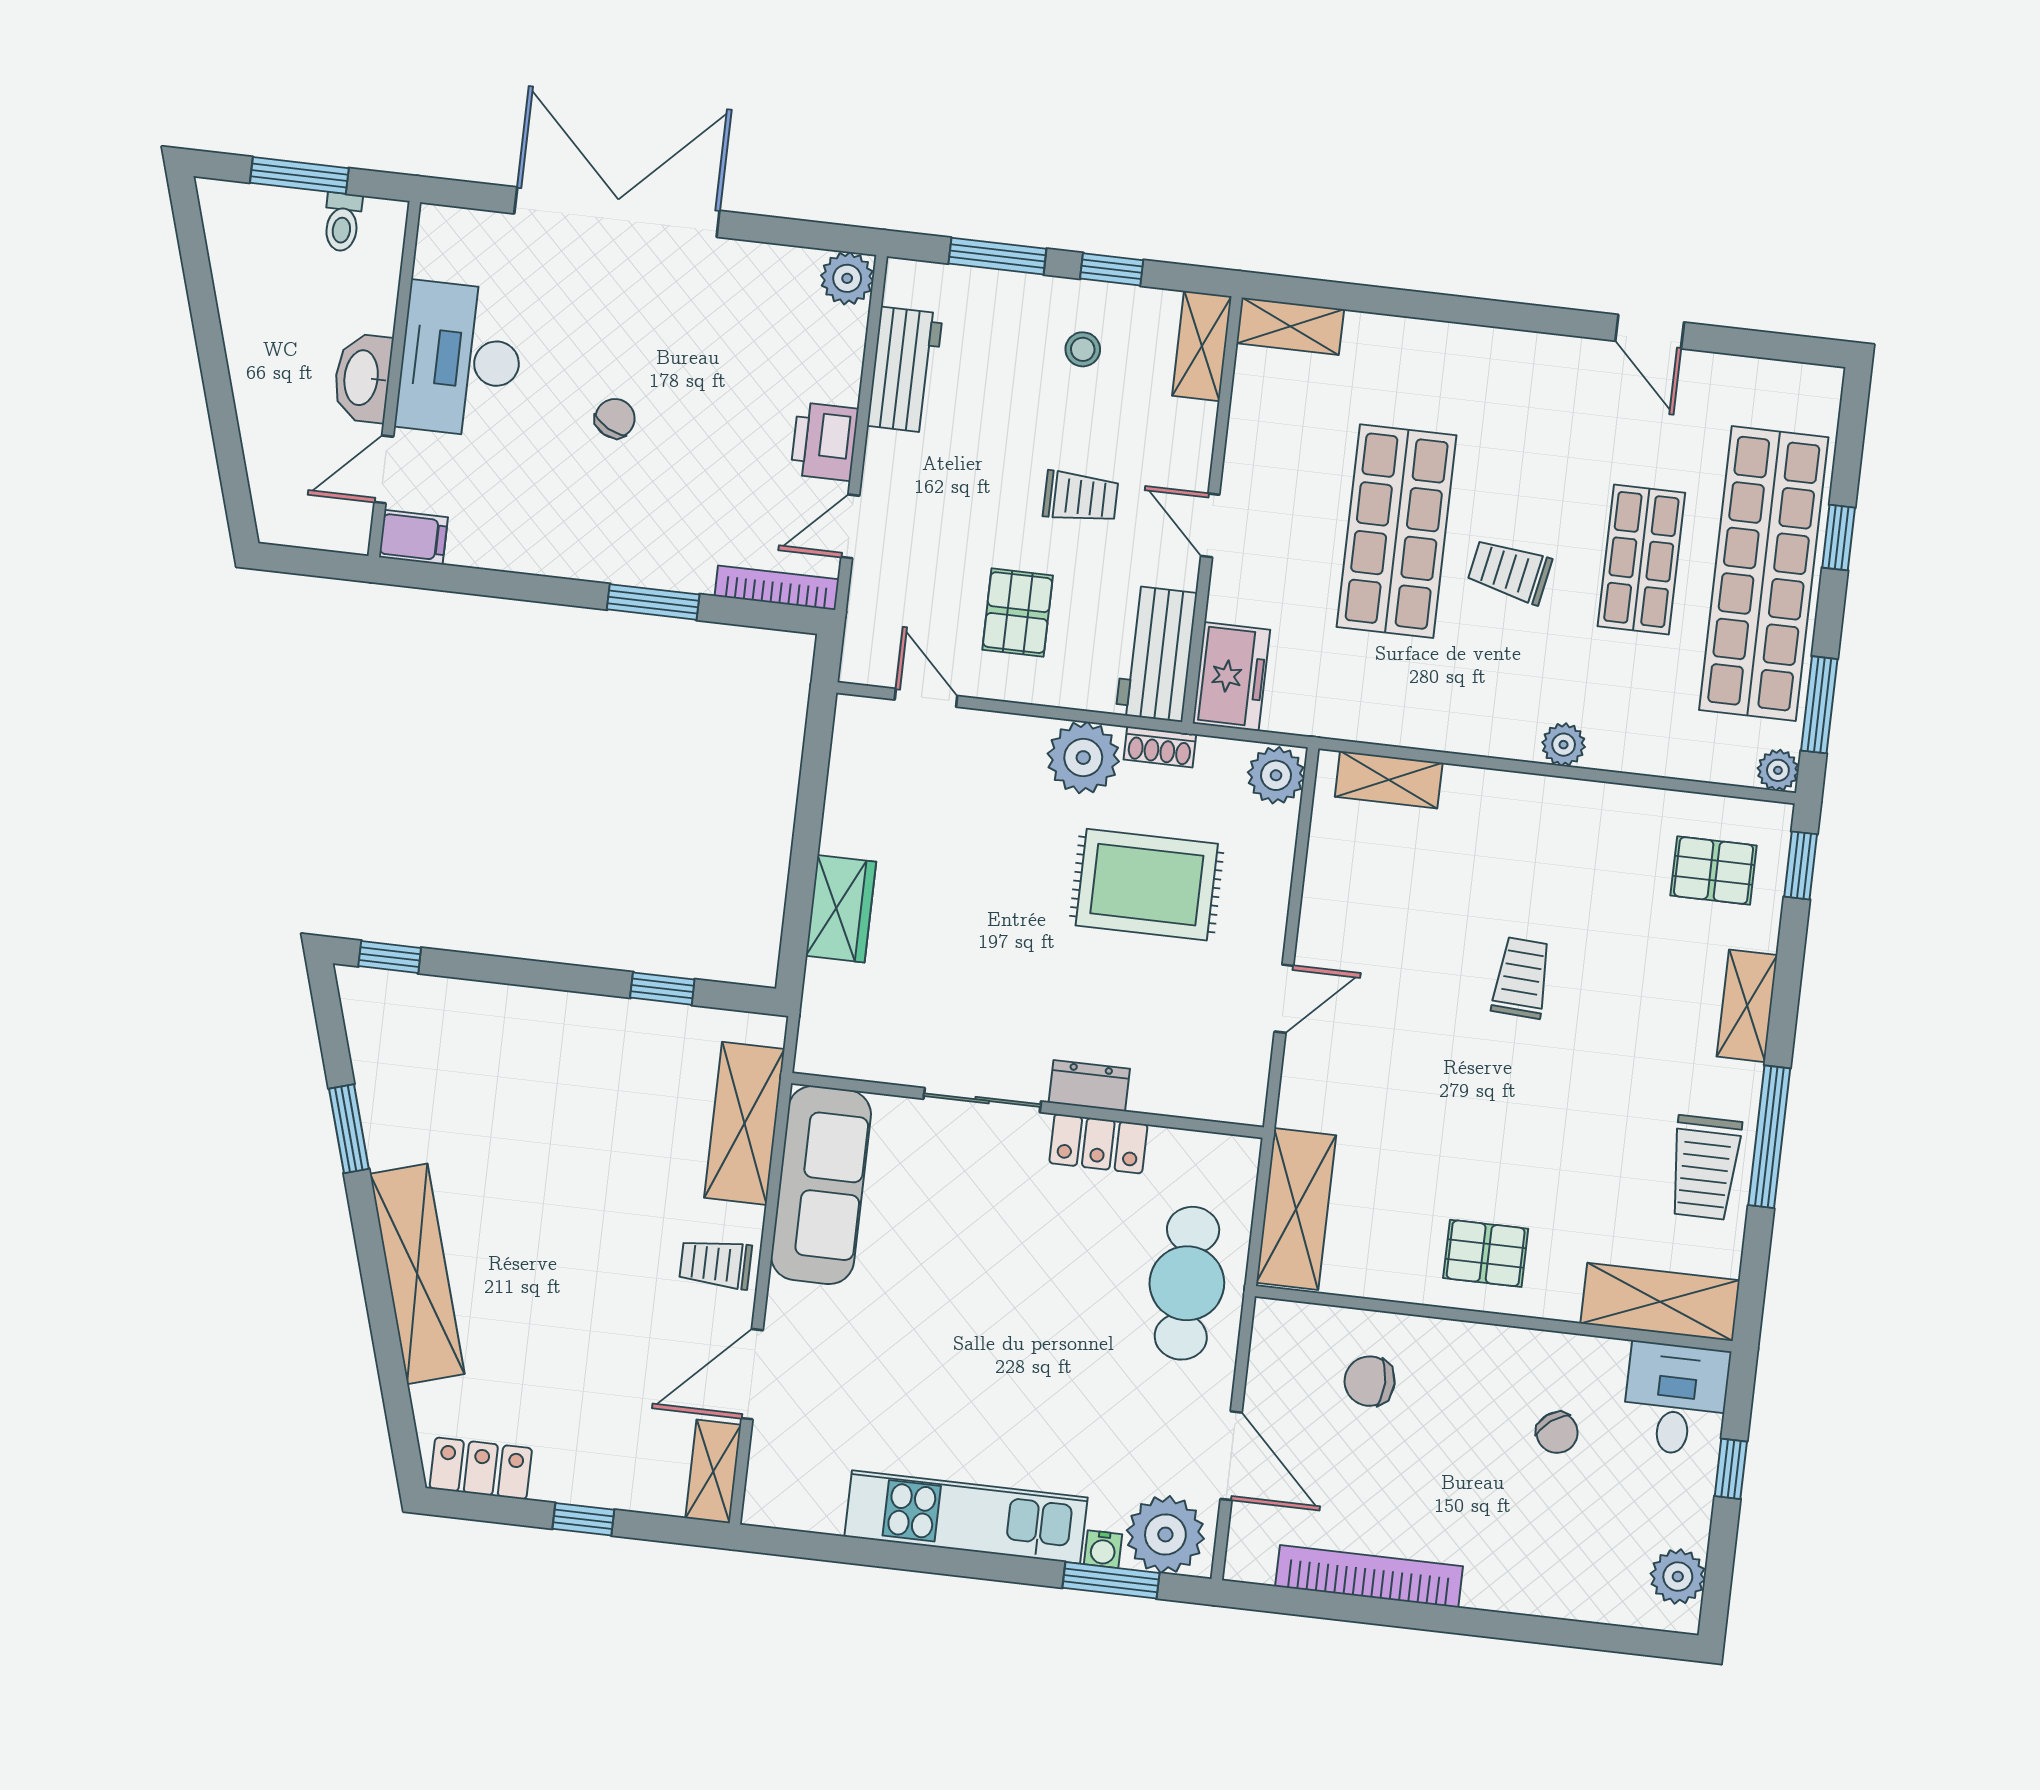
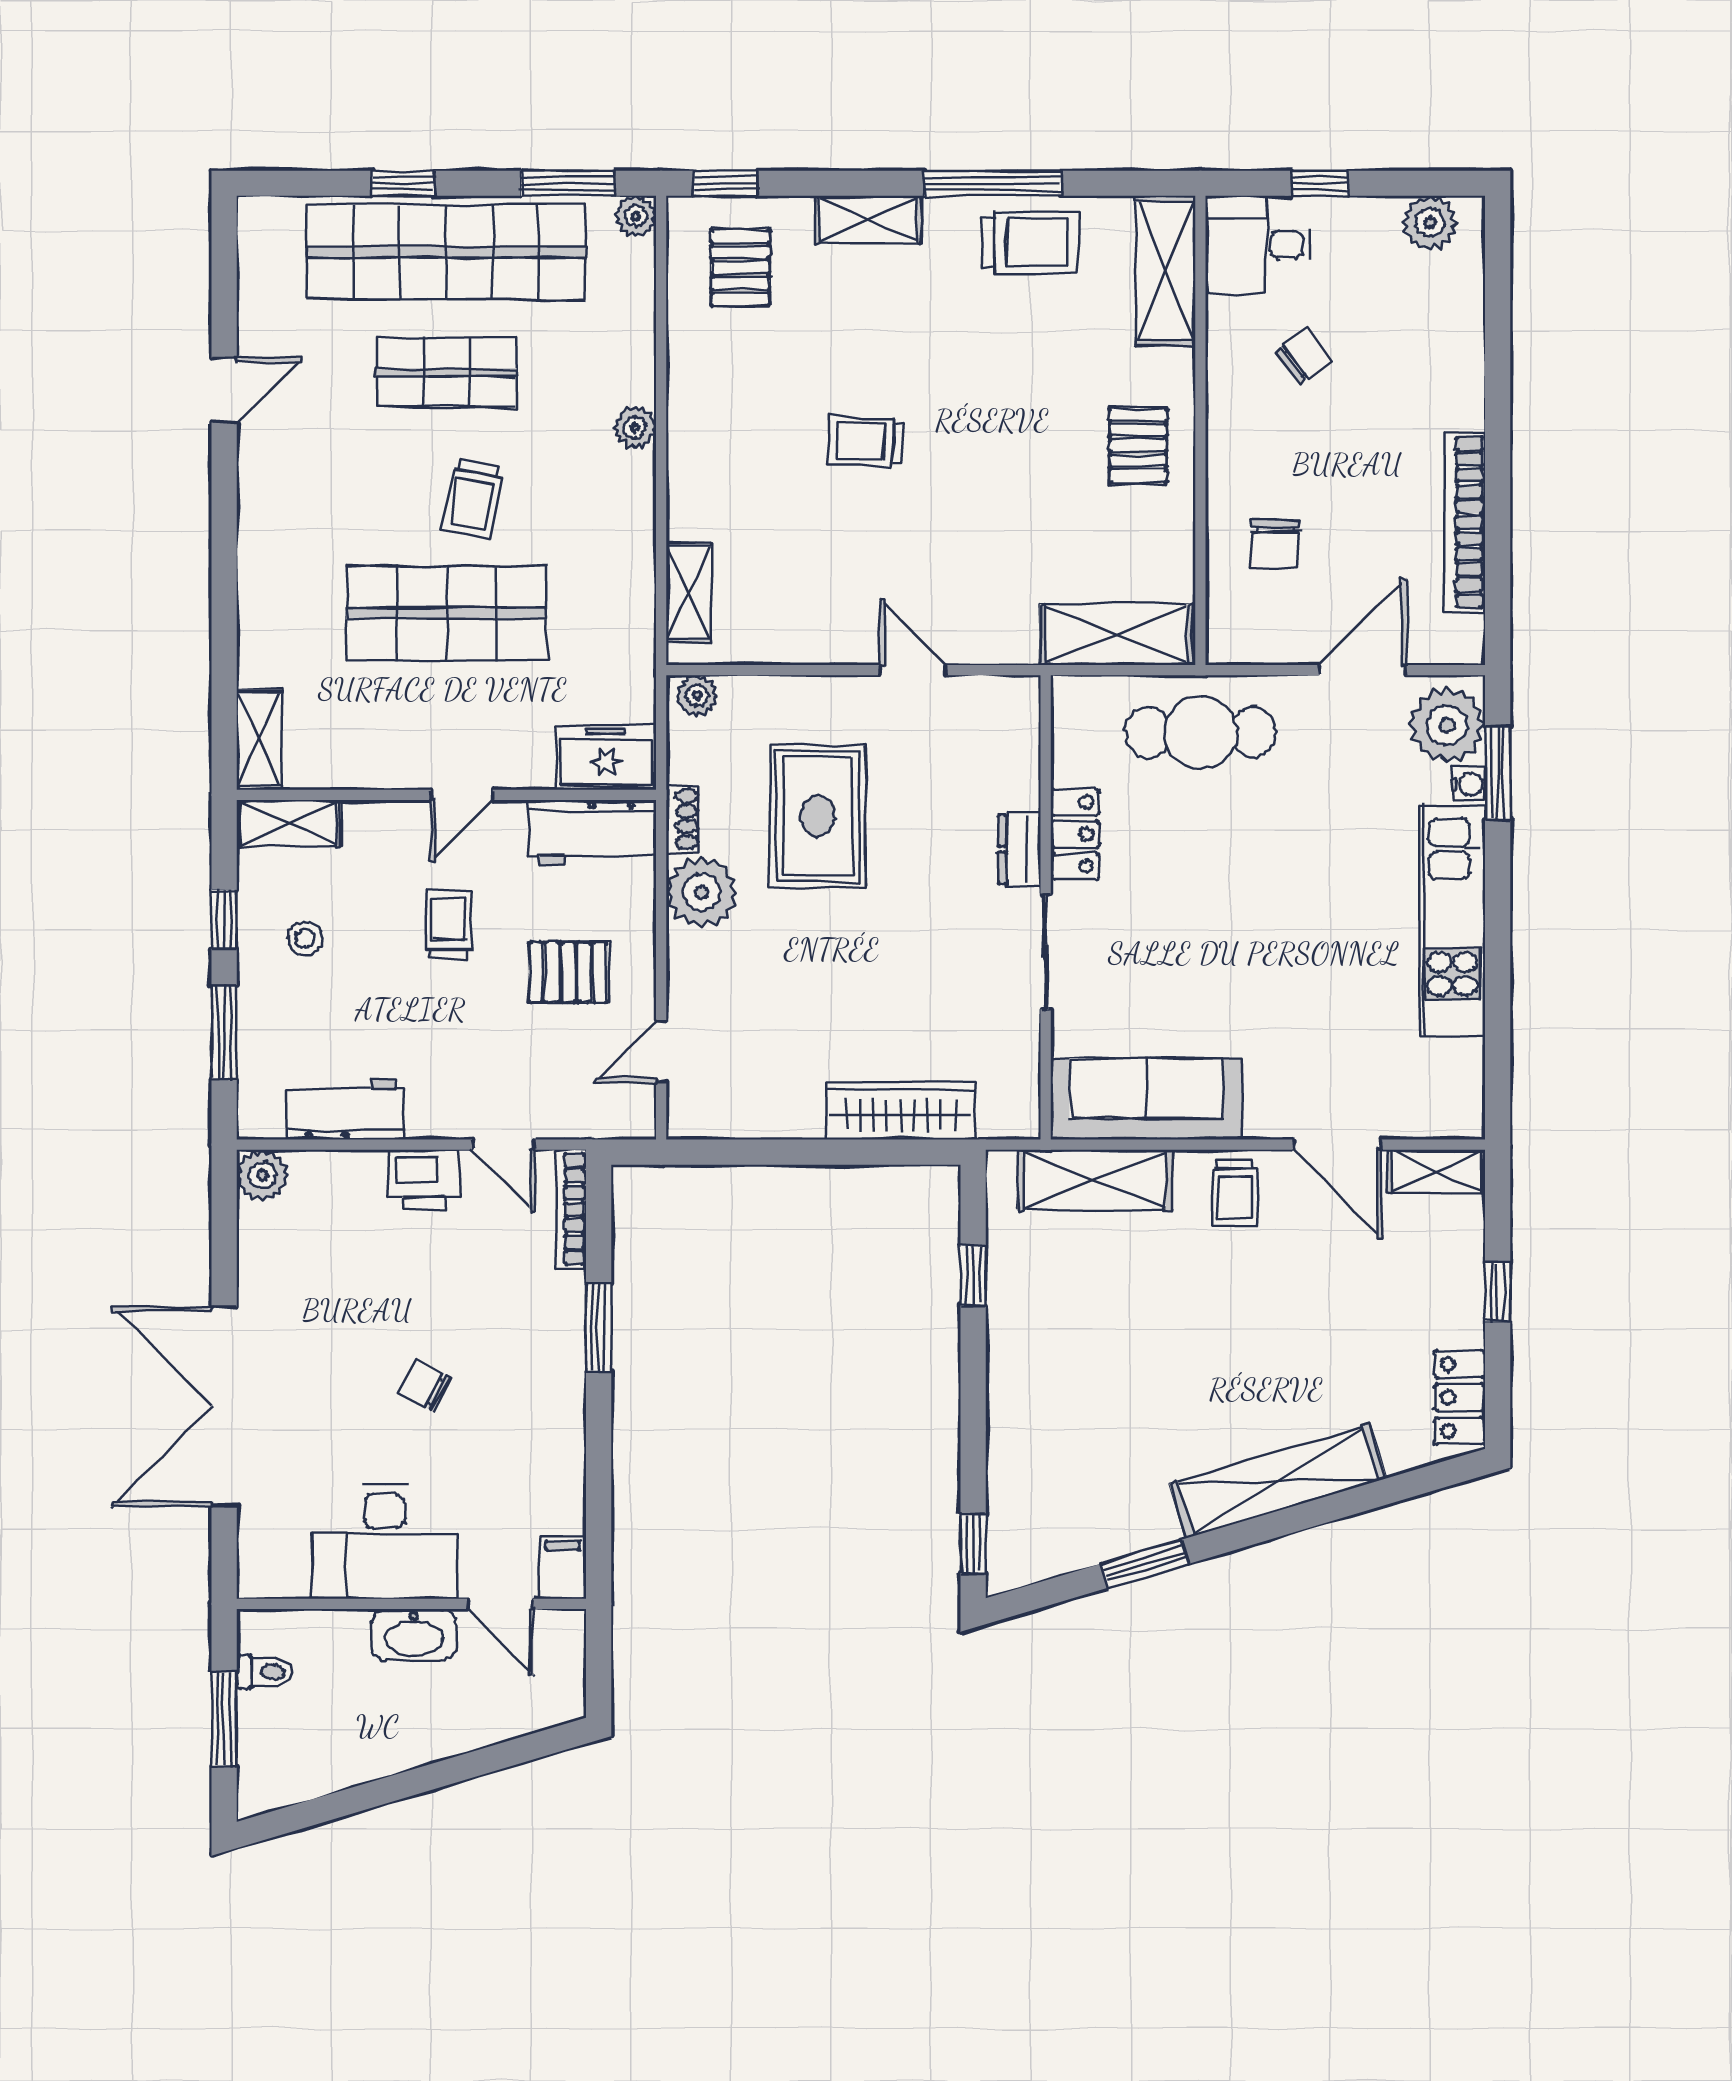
plant: (1276, 775) -> (697, 695), width x0.73, depth x0.73
wardrobe: (841, 909) -> (901, 1111), width x1.50

